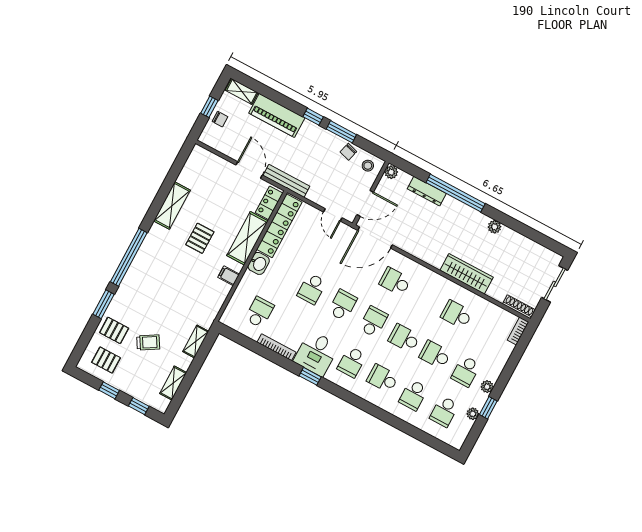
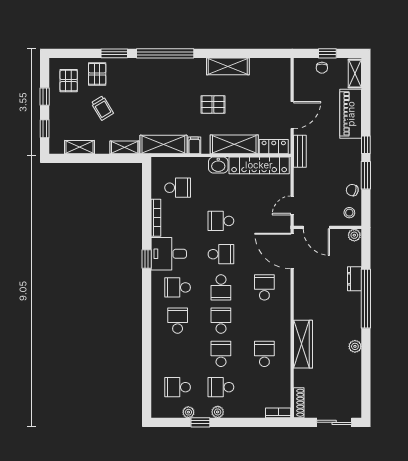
bench: (286, 181) -> (300, 151), width x0.73
dresser: (427, 191) -> (354, 279), width x0.70
shelving: (212, 304) -> (163, 145), added
school desk: (373, 322) -> (221, 287), turned 90
school desk: (413, 395) -> (178, 354), removed

